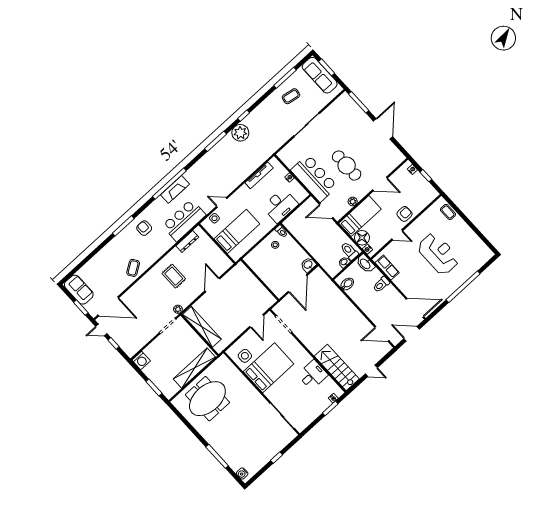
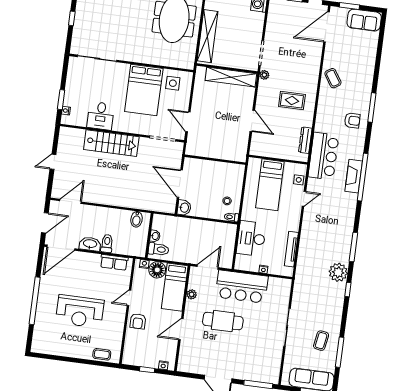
washbasin: (365, 264) -> (90, 244), moved
stairs: (337, 368) -> (111, 143), moved

